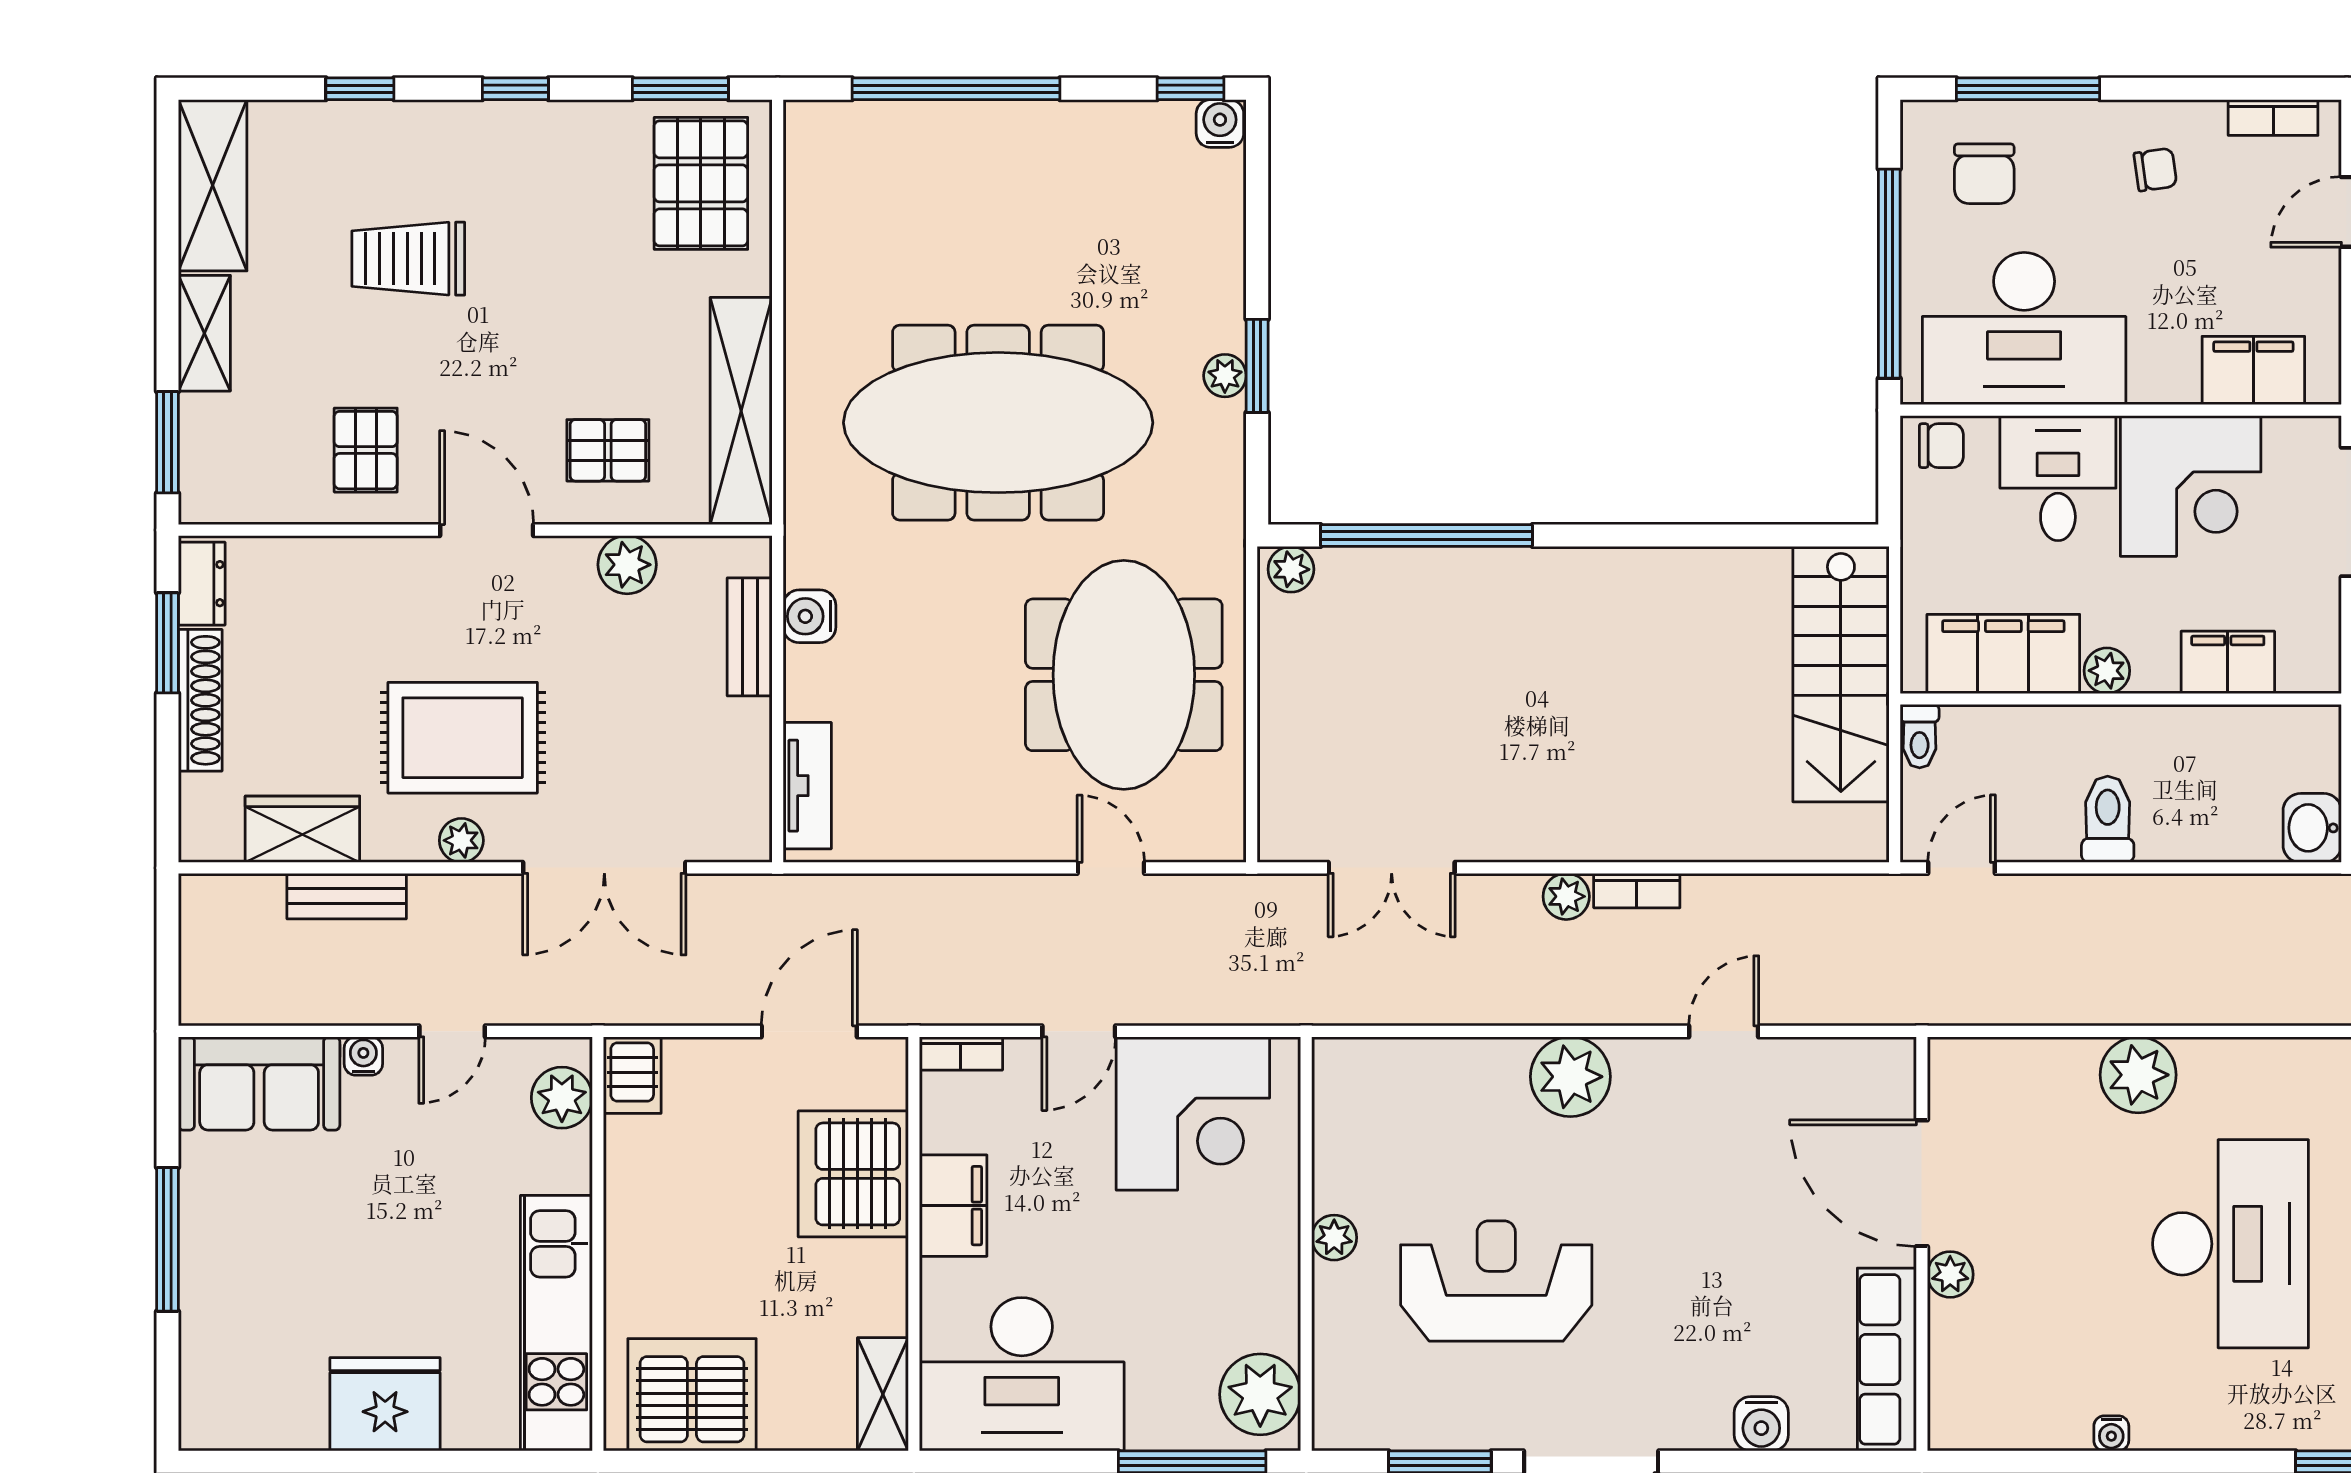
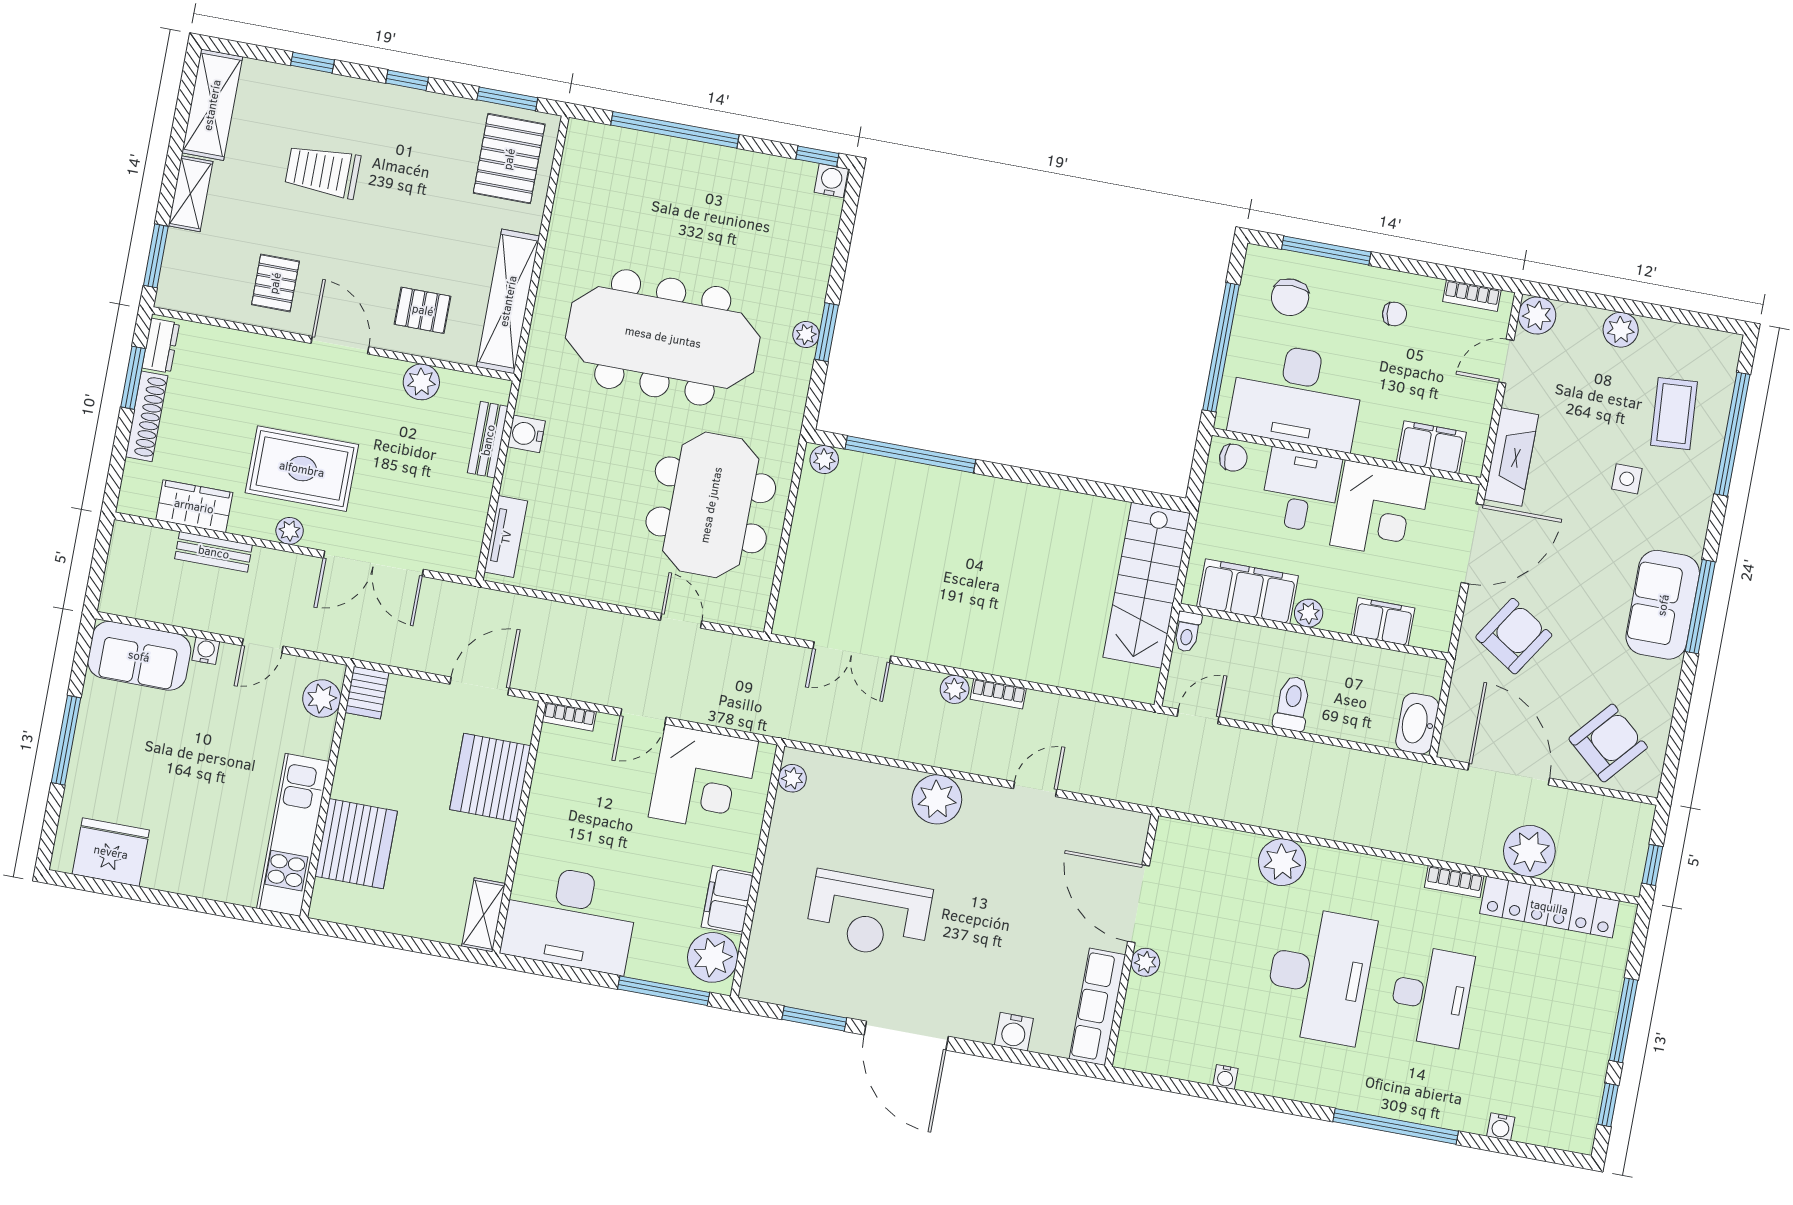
washbasin: (2312, 828) -> (1417, 724), width x1.38
filing cabinet: (953, 1206) -> (727, 900), moved, turned 180
plant: (1334, 1238) -> (792, 778), moved
reception desk: (1496, 1281) -> (869, 915), turned 180
server rack: (692, 1395) -> (356, 844), moved, turned 90
fridge: (385, 1404) -> (111, 852), moved

